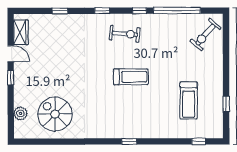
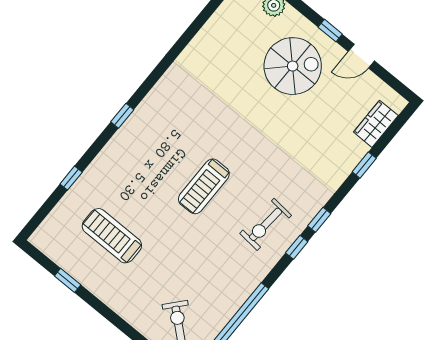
window: (139, 11) -> (297, 247), moved
wardrobe: (21, 32) -> (376, 124), moved, turned 90
spiral stairs: (55, 114) -> (293, 66), moved
window: (199, 141) -> (71, 178), moved

